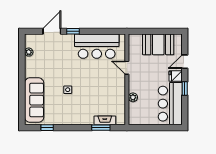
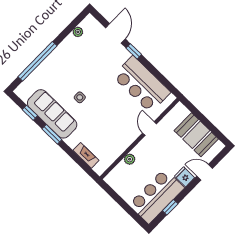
door: (52, 31) -> (115, 33), hinge flipped
window: (185, 89) -> (170, 207), moved
window: (22, 93) -> (38, 61), added
sofa: (34, 100) -> (52, 114), moved, turned -90
window: (101, 128) -> (52, 134), moved

